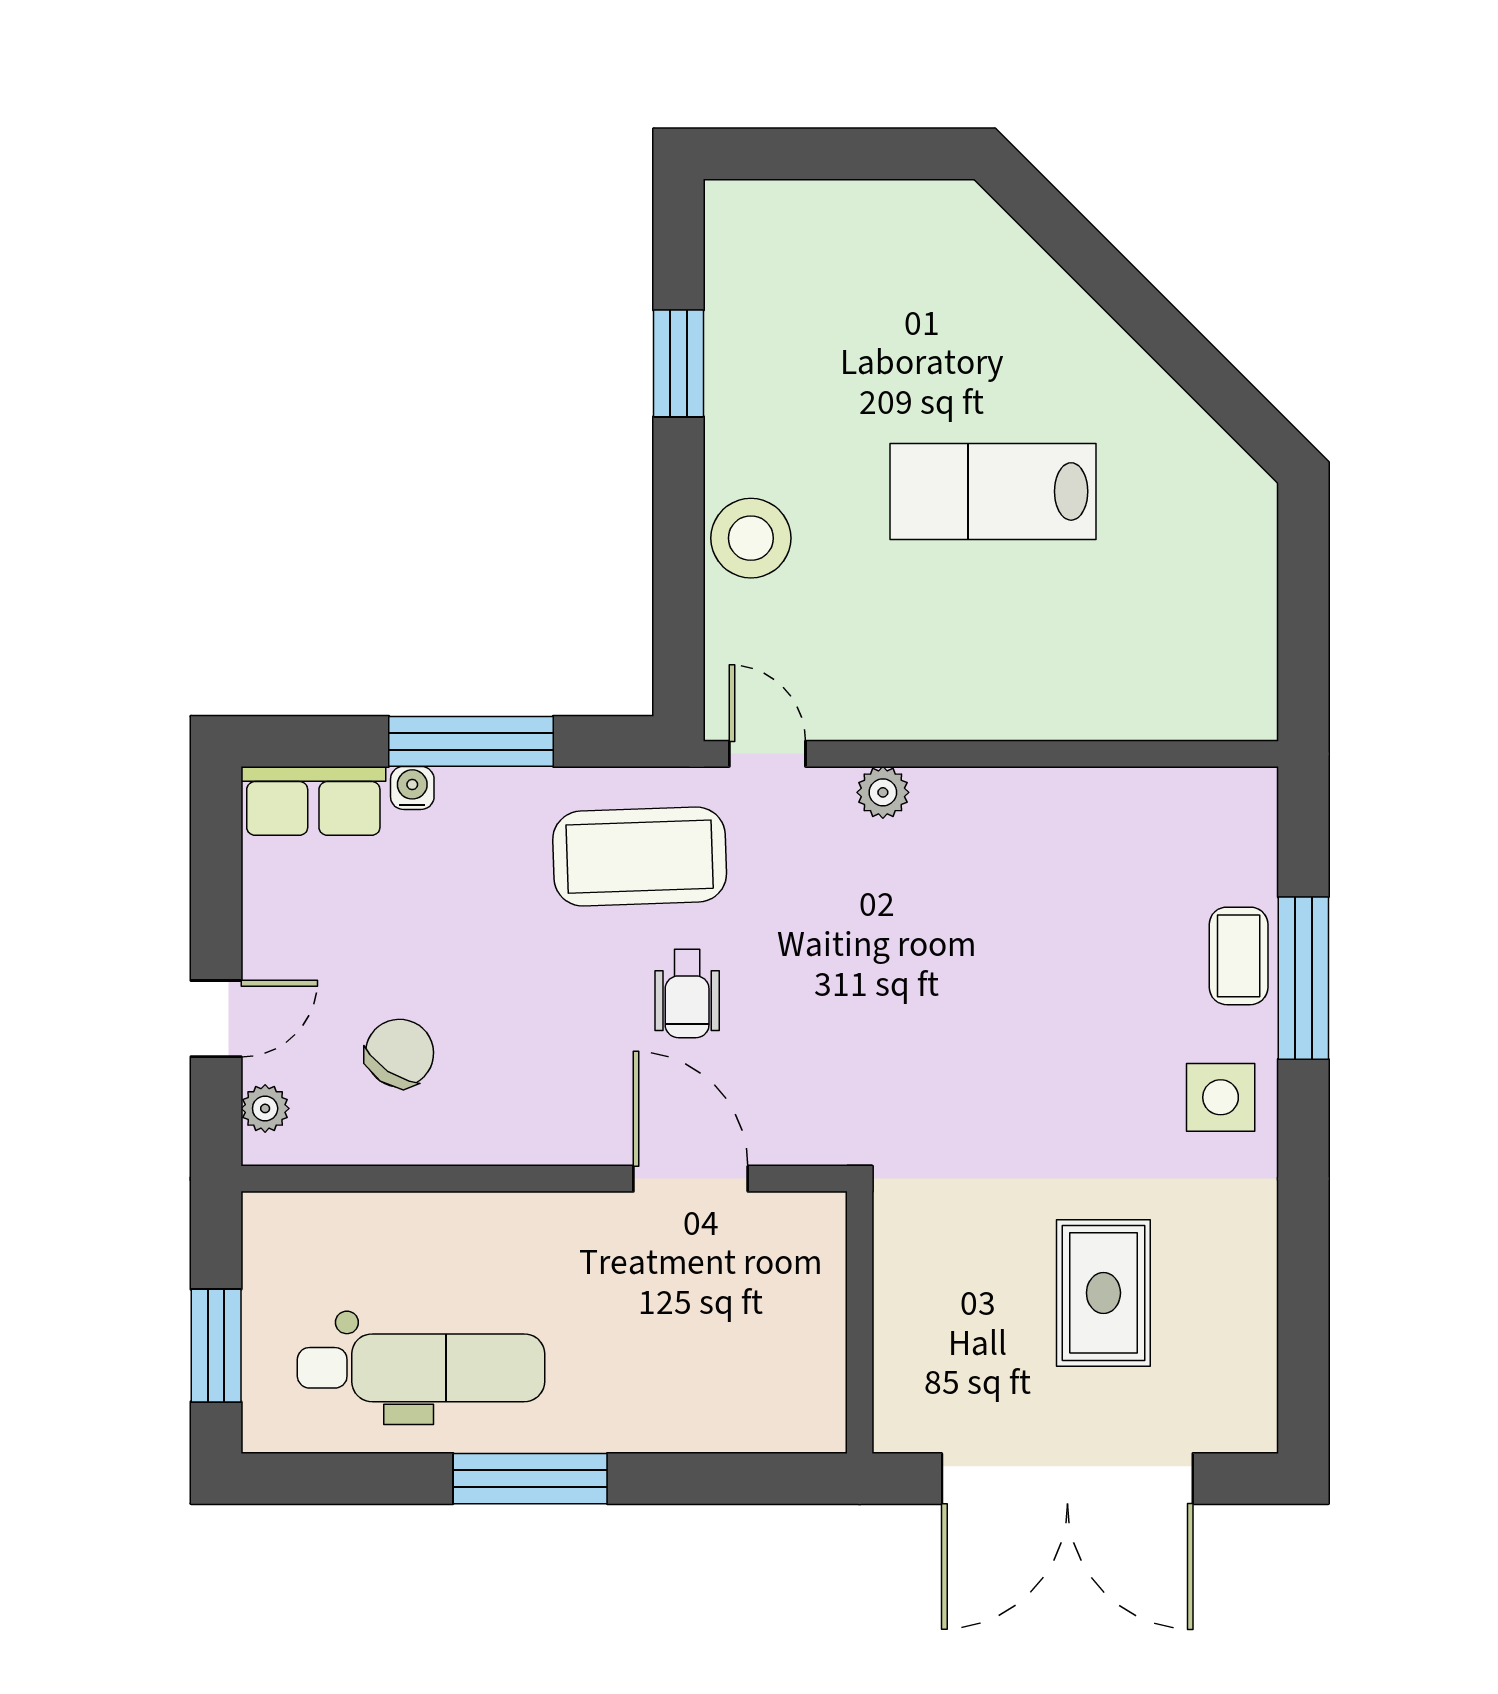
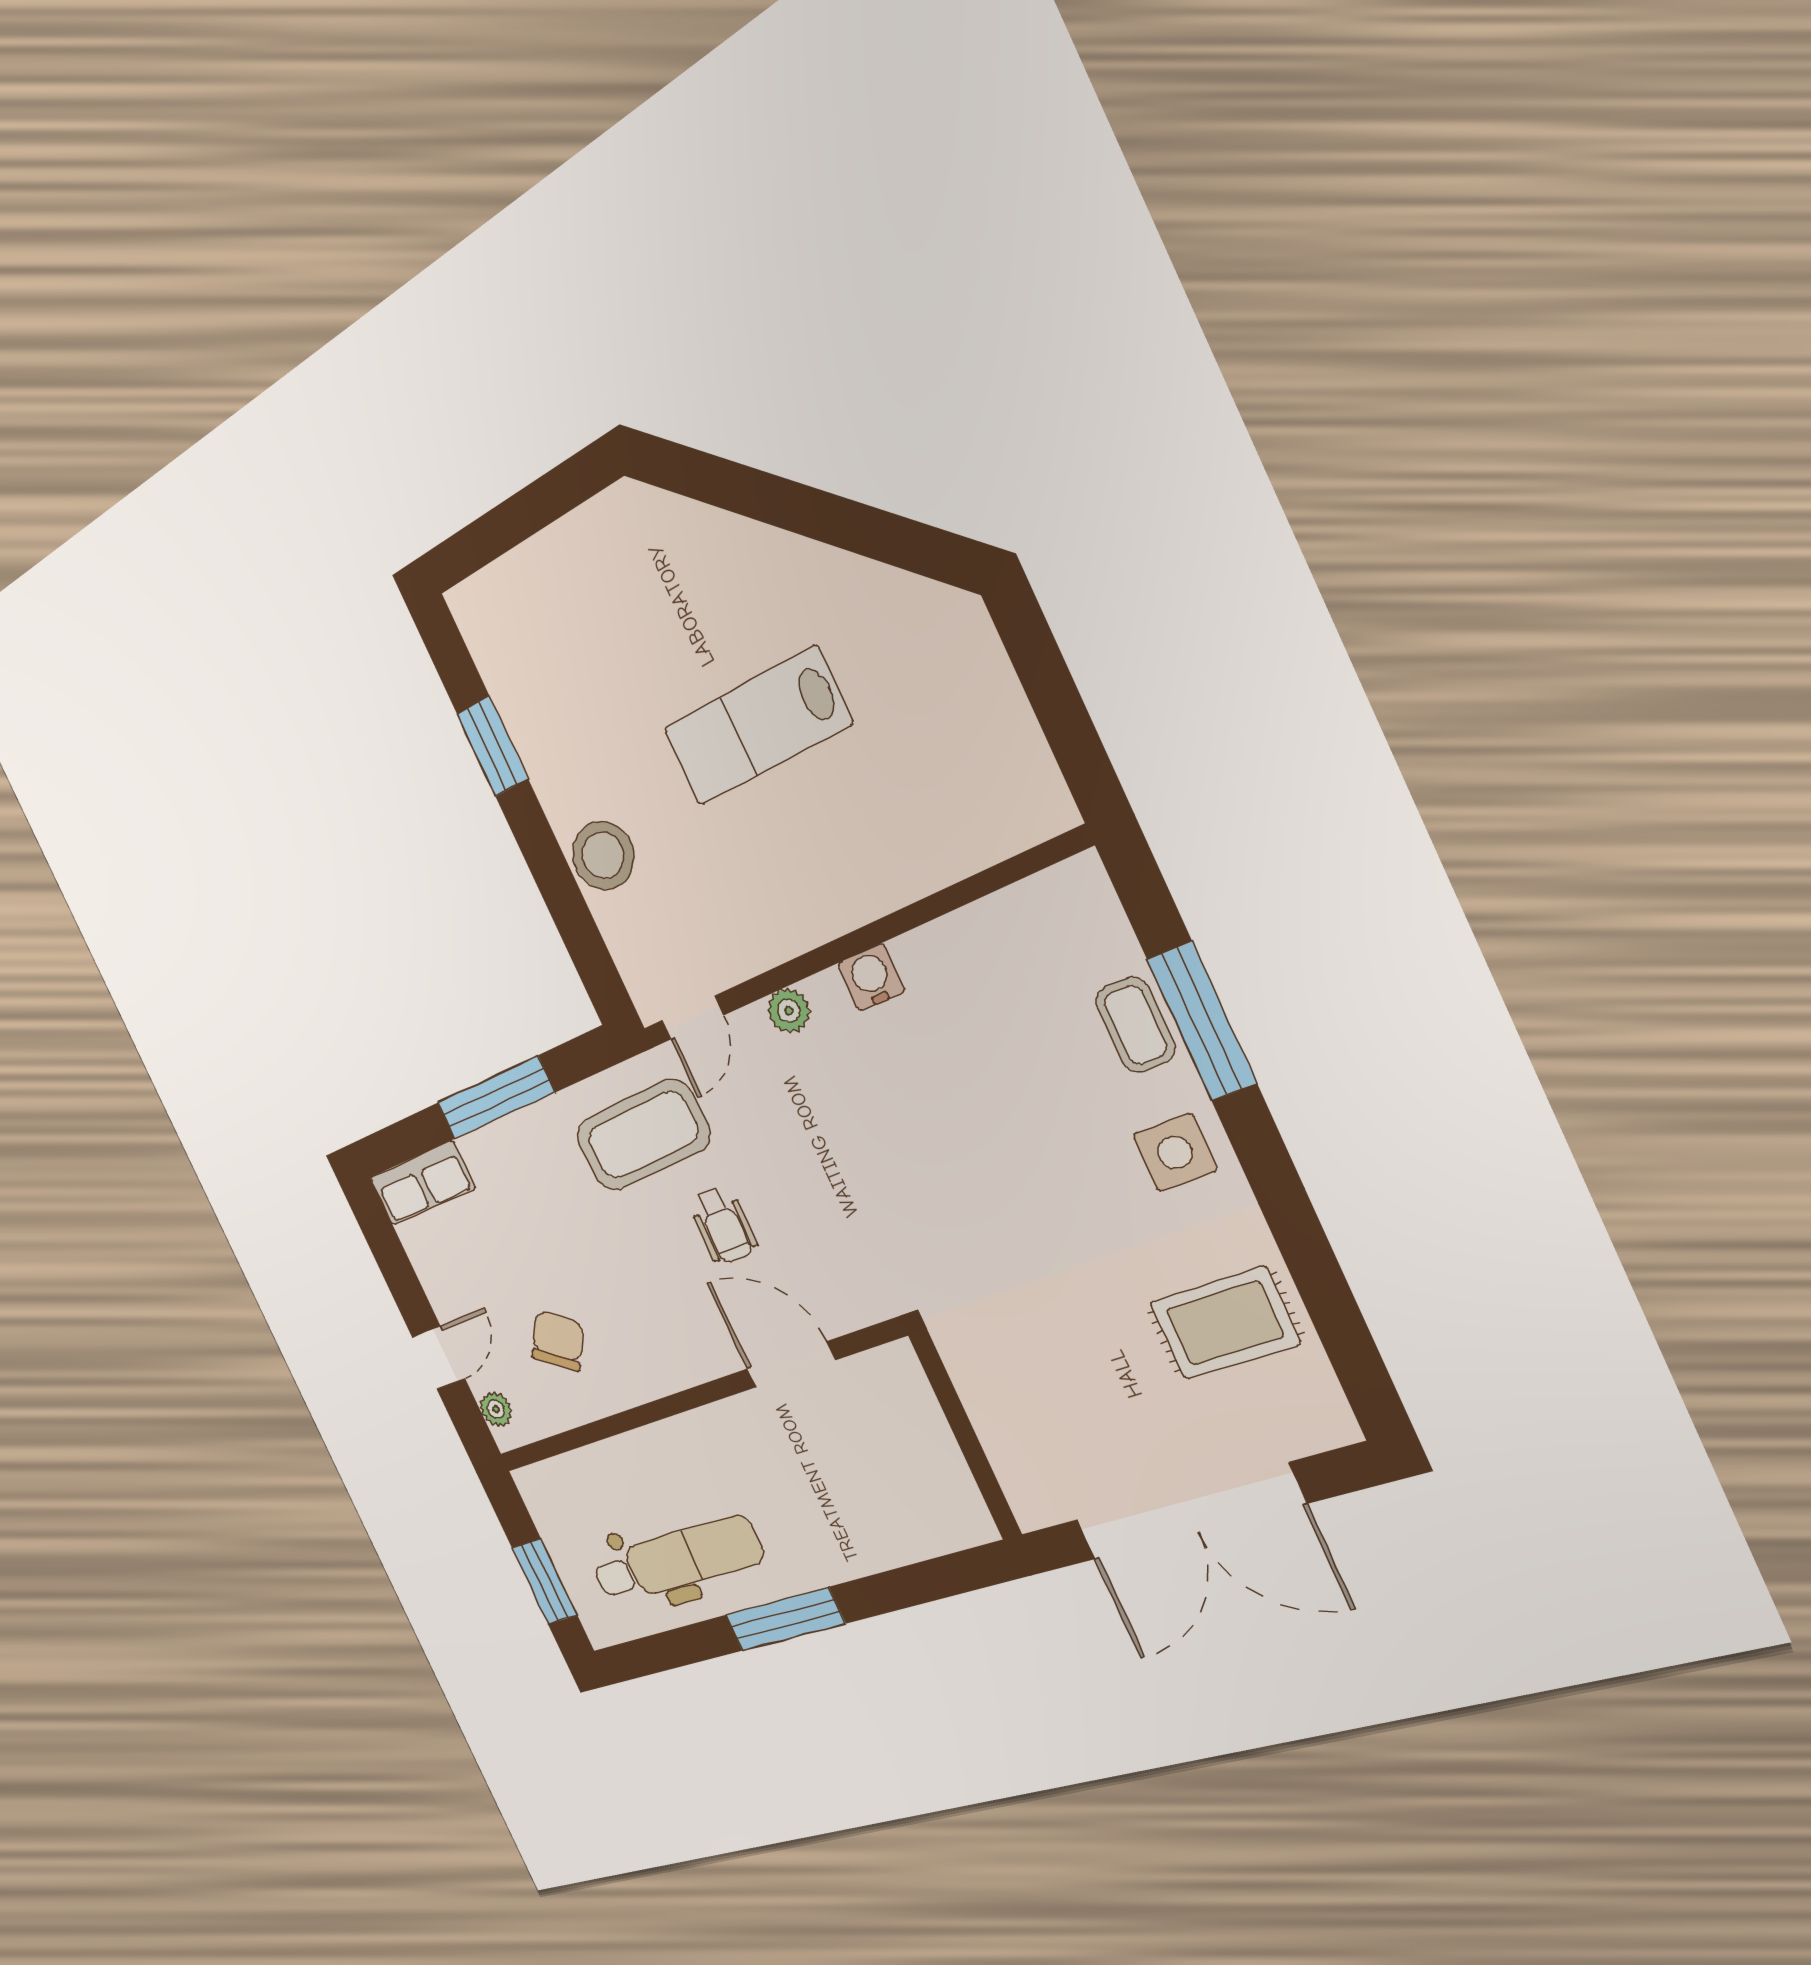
door: (767, 754) -> (693, 1018), swing flipped
water cooler: (412, 788) -> (871, 977), moved, width x1.38, depth x1.38
rug: (1103, 1293) -> (1225, 1323), moved, turned 90

